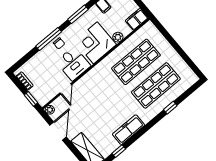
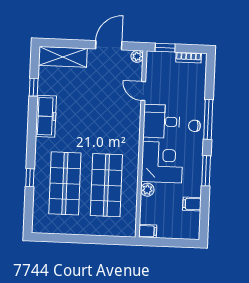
filing cabinet: (137, 19) -> (148, 231), width x0.50
door: (58, 131) -> (109, 45), swing flipped

